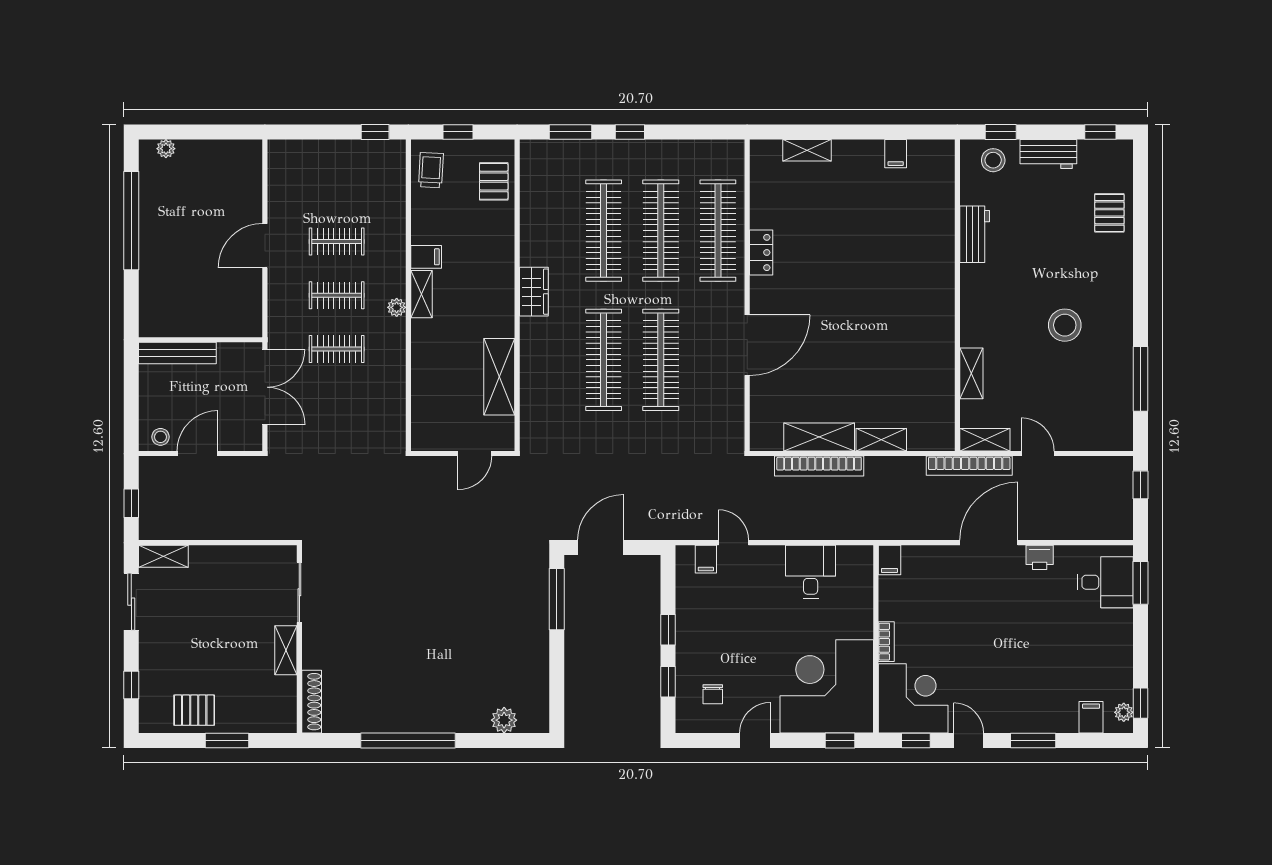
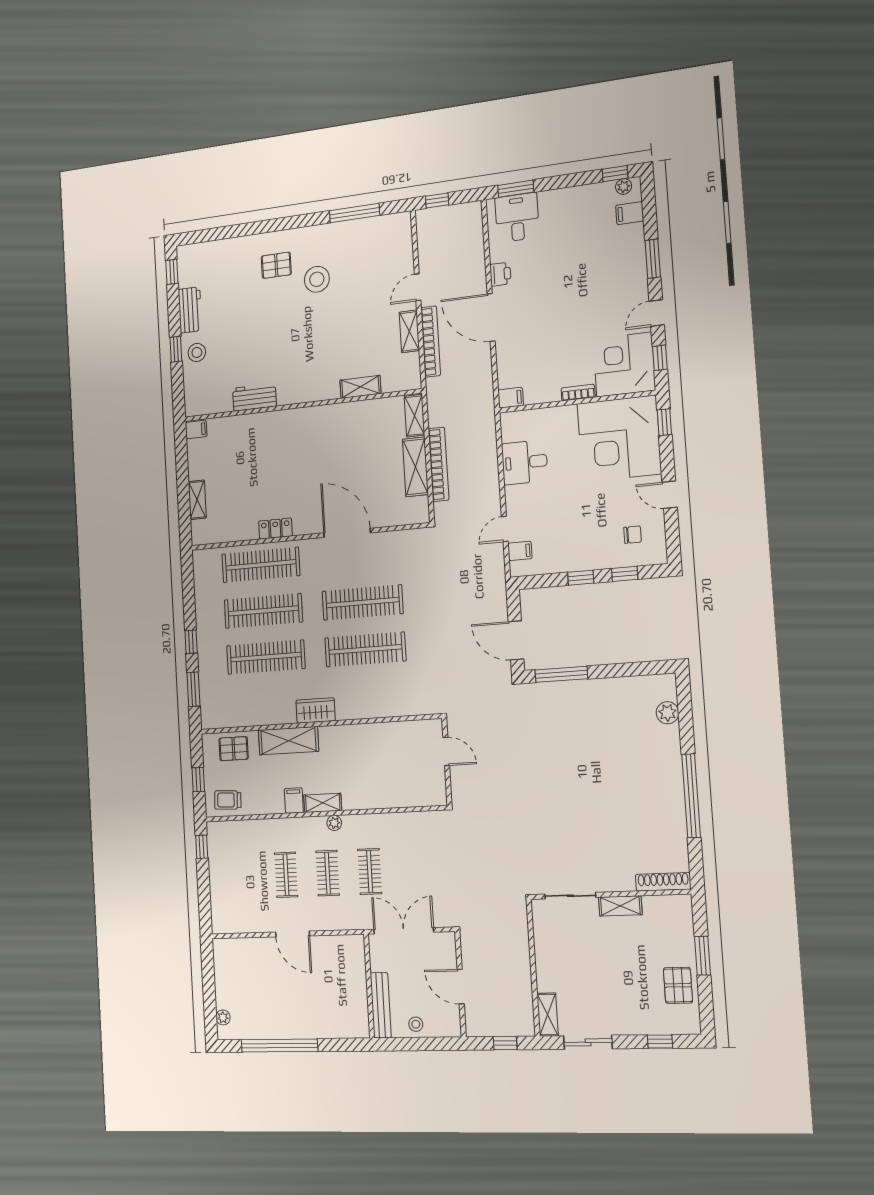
pallet: (1109, 213) -> (276, 265), moved
workbench: (975, 234) -> (254, 397), moved
wall: (957, 295) -> (301, 405), moved
shelving: (971, 373) -> (360, 387), moved
shelving: (499, 377) -> (288, 741), moved
stool: (160, 437) -> (416, 1024), moved

